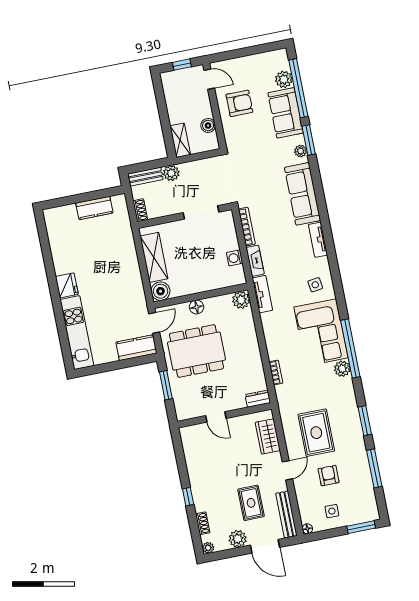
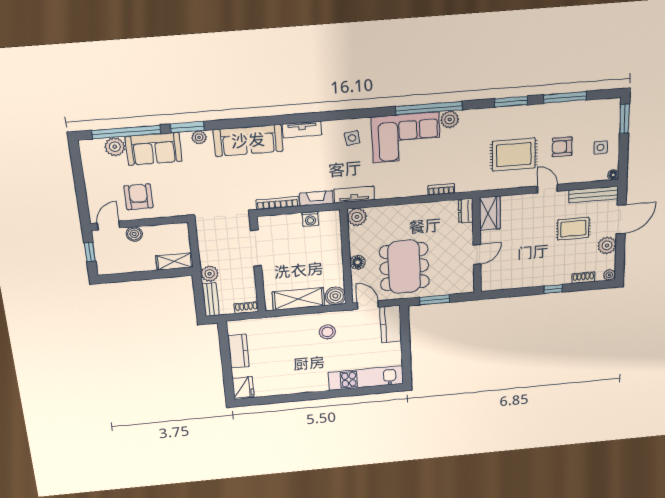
boiler: (208, 125) -> (134, 234), moved
fridge: (67, 285) -> (243, 387), moved, turned 90
stool: (123, 289) -> (327, 332), added
wardrobe: (268, 436) -> (490, 213), moved, turned -90

